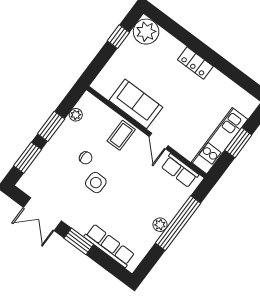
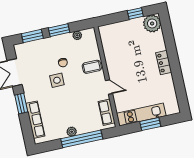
sofa: (136, 104) -> (114, 57), removed
door: (159, 141) -> (109, 87), swing flipped

